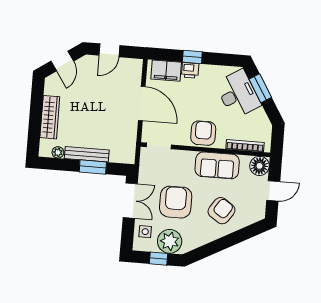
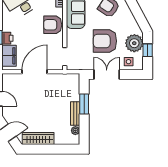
wardrobe: (50, 117) -> (38, 139), moved
bench: (87, 154) -> (75, 114), width x0.73

